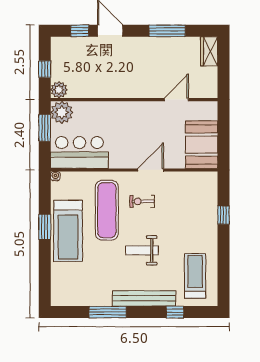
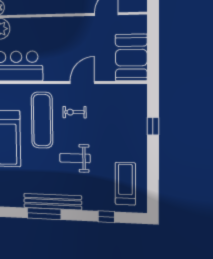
bench: (144, 298) -> (53, 202), moved

